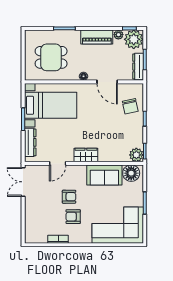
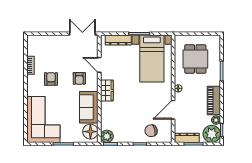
armchair: (69, 197) -> (79, 78), moved

